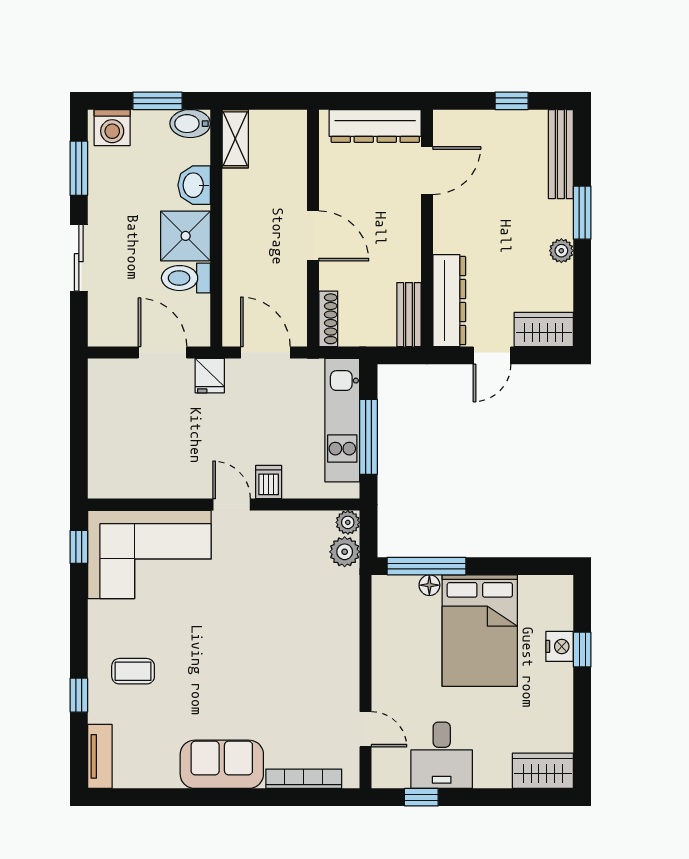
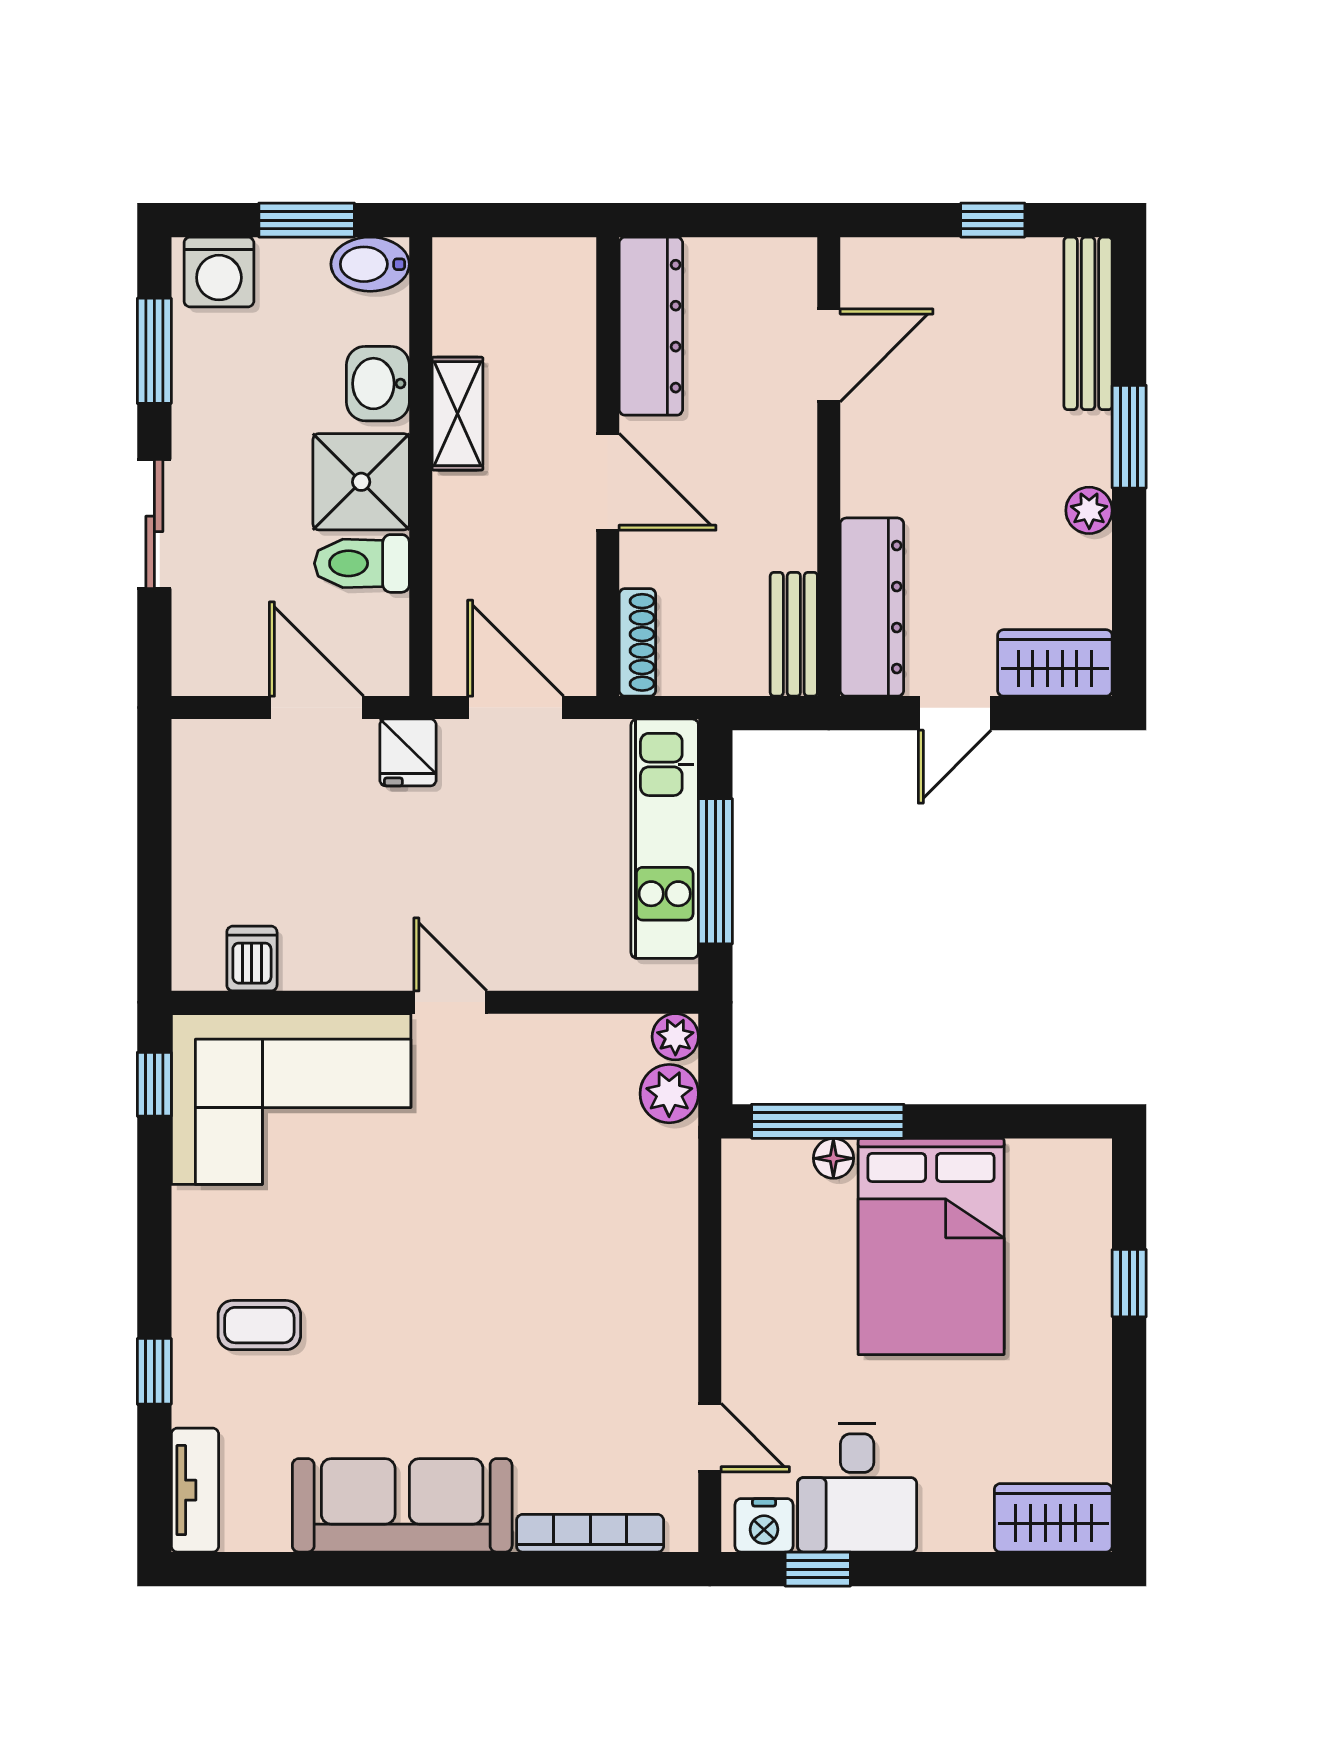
dresser: (375, 126) -> (651, 326), moved, turned -90
shelving: (235, 139) -> (457, 414), moved
dishwasher: (269, 482) -> (252, 959), moved
nightstand: (560, 646) -> (764, 1525), moved, turned 90
sofa: (222, 764) -> (402, 1505), width x1.36

